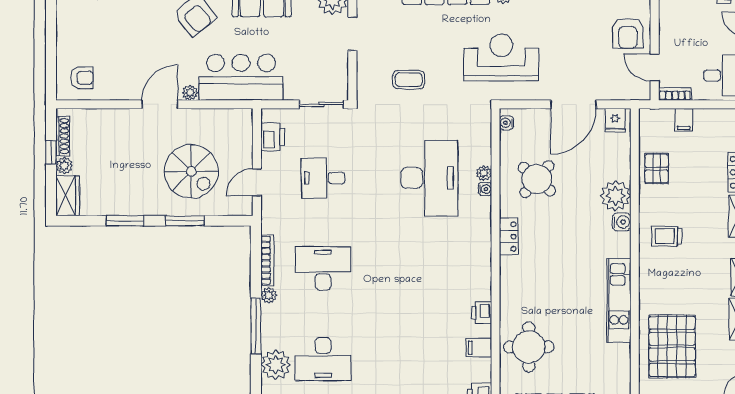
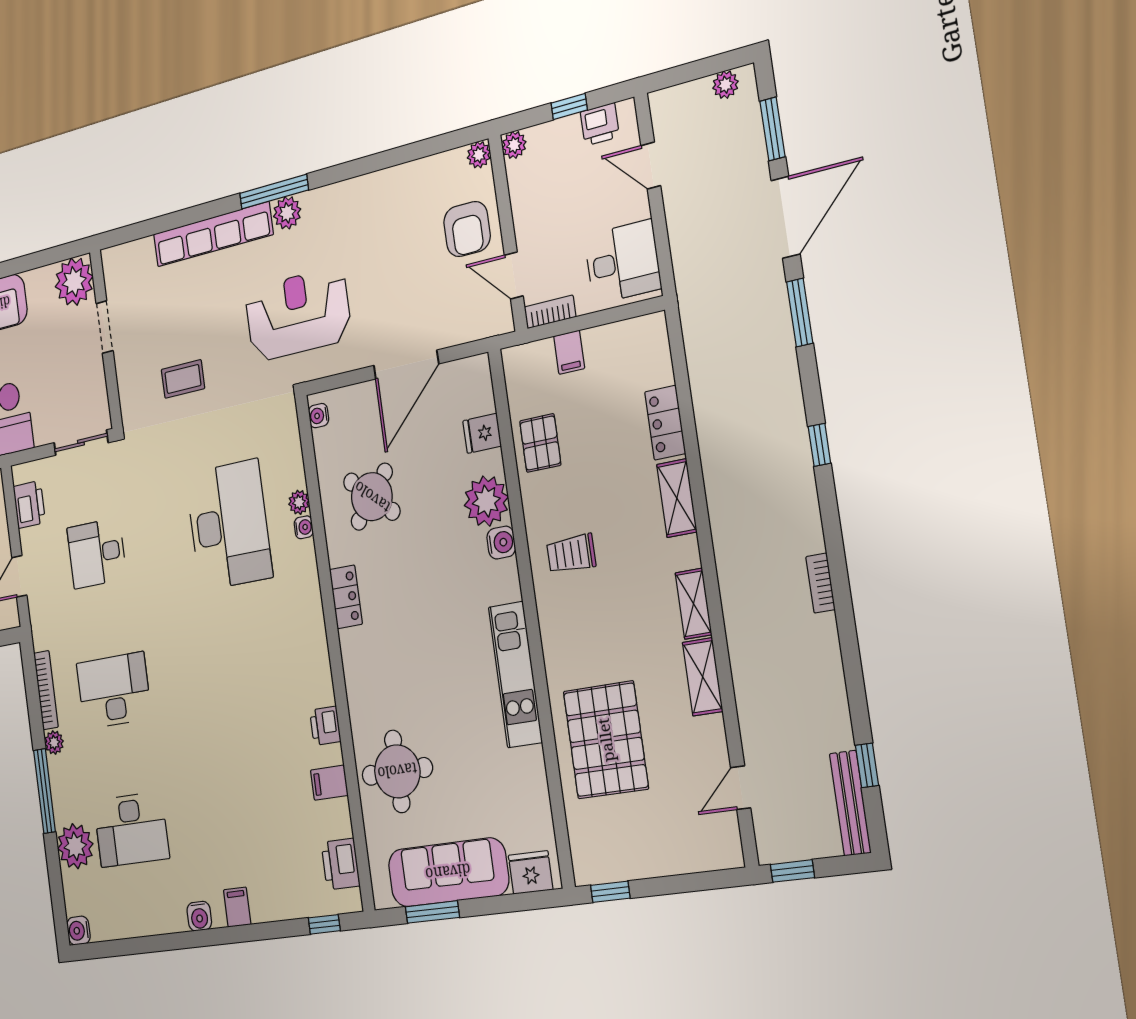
fridge: (615, 120) -> (482, 433), moved, turned 90

